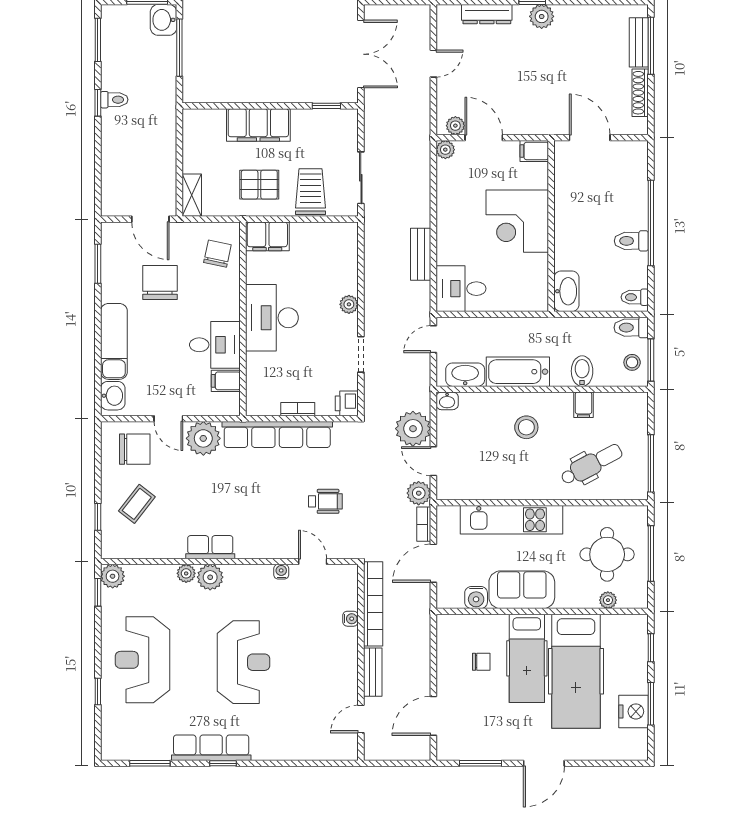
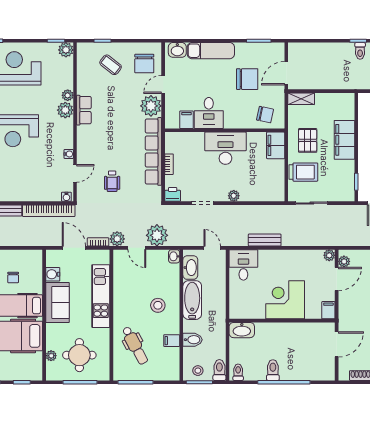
door: (433, 461) -> (137, 248), swing flipped
water cooler: (350, 619) -> (66, 197), moved

